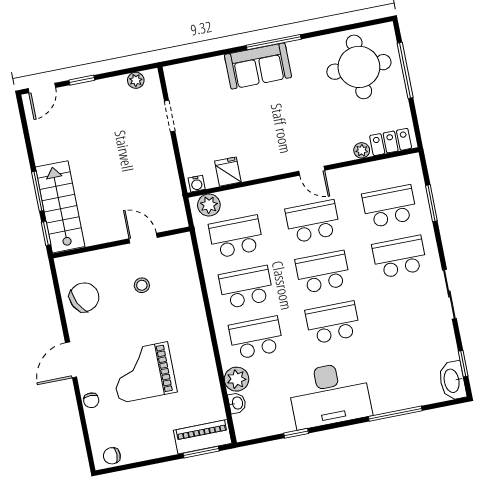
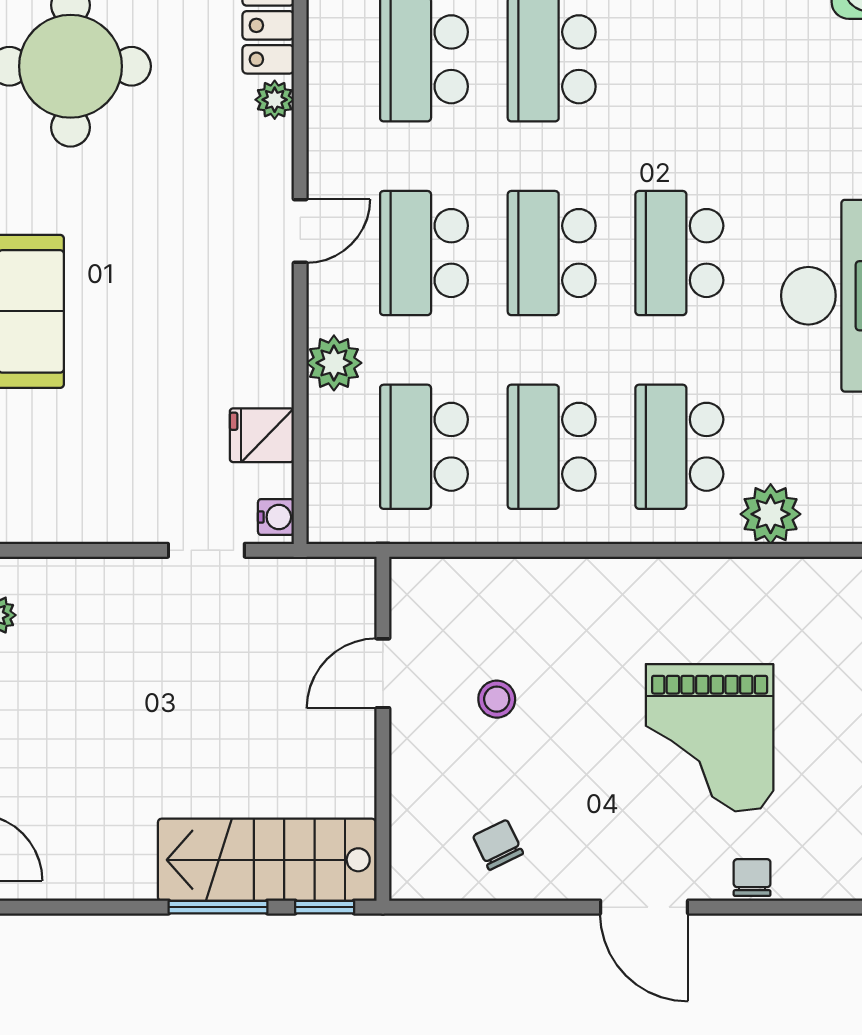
doorway: (170, 116) -> (206, 550), moved
plant: (209, 205) -> (334, 363), moved
chair: (84, 297) -> (498, 845), width x0.54, depth x0.54
chair: (91, 400) -> (752, 878), turned -90
washbasin: (237, 403) -> (829, 524), removed

